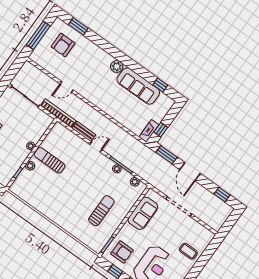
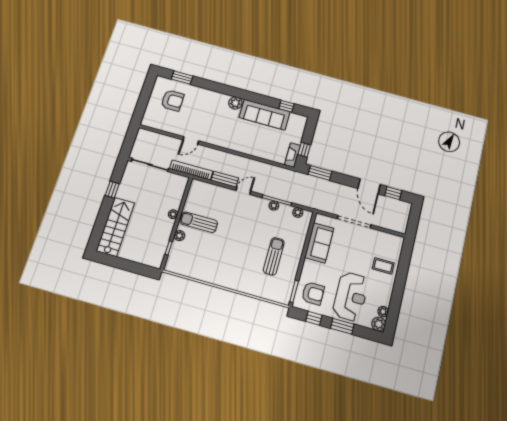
window: (38, 35) -> (144, 100), removed
armchair: (63, 45) -> (173, 100), turned -90
door: (190, 172) -> (369, 187), moved

